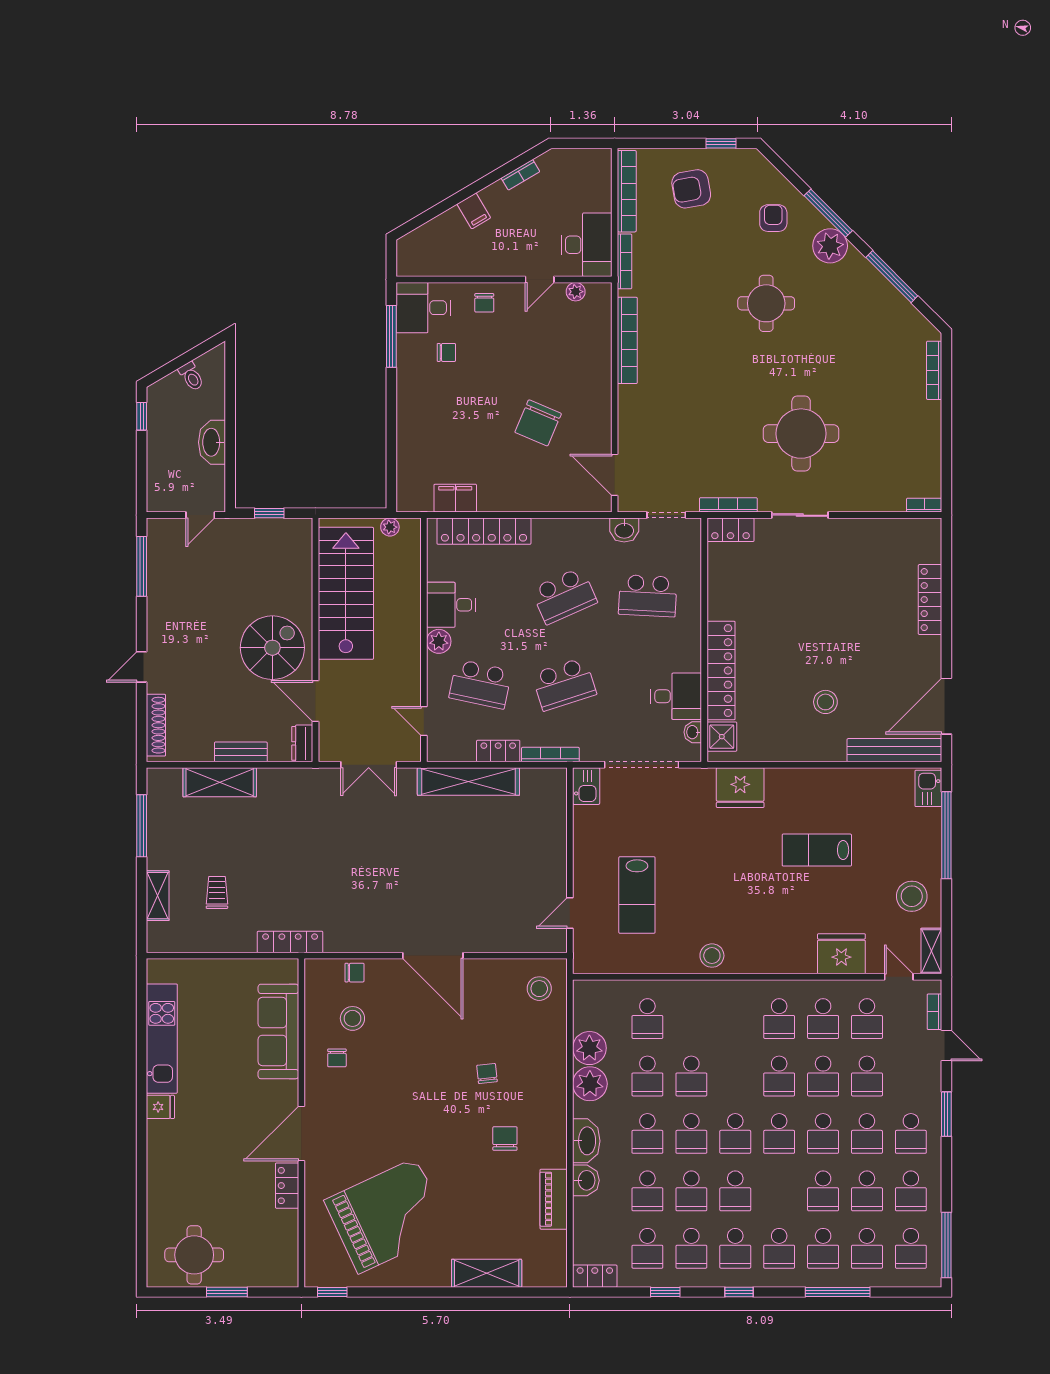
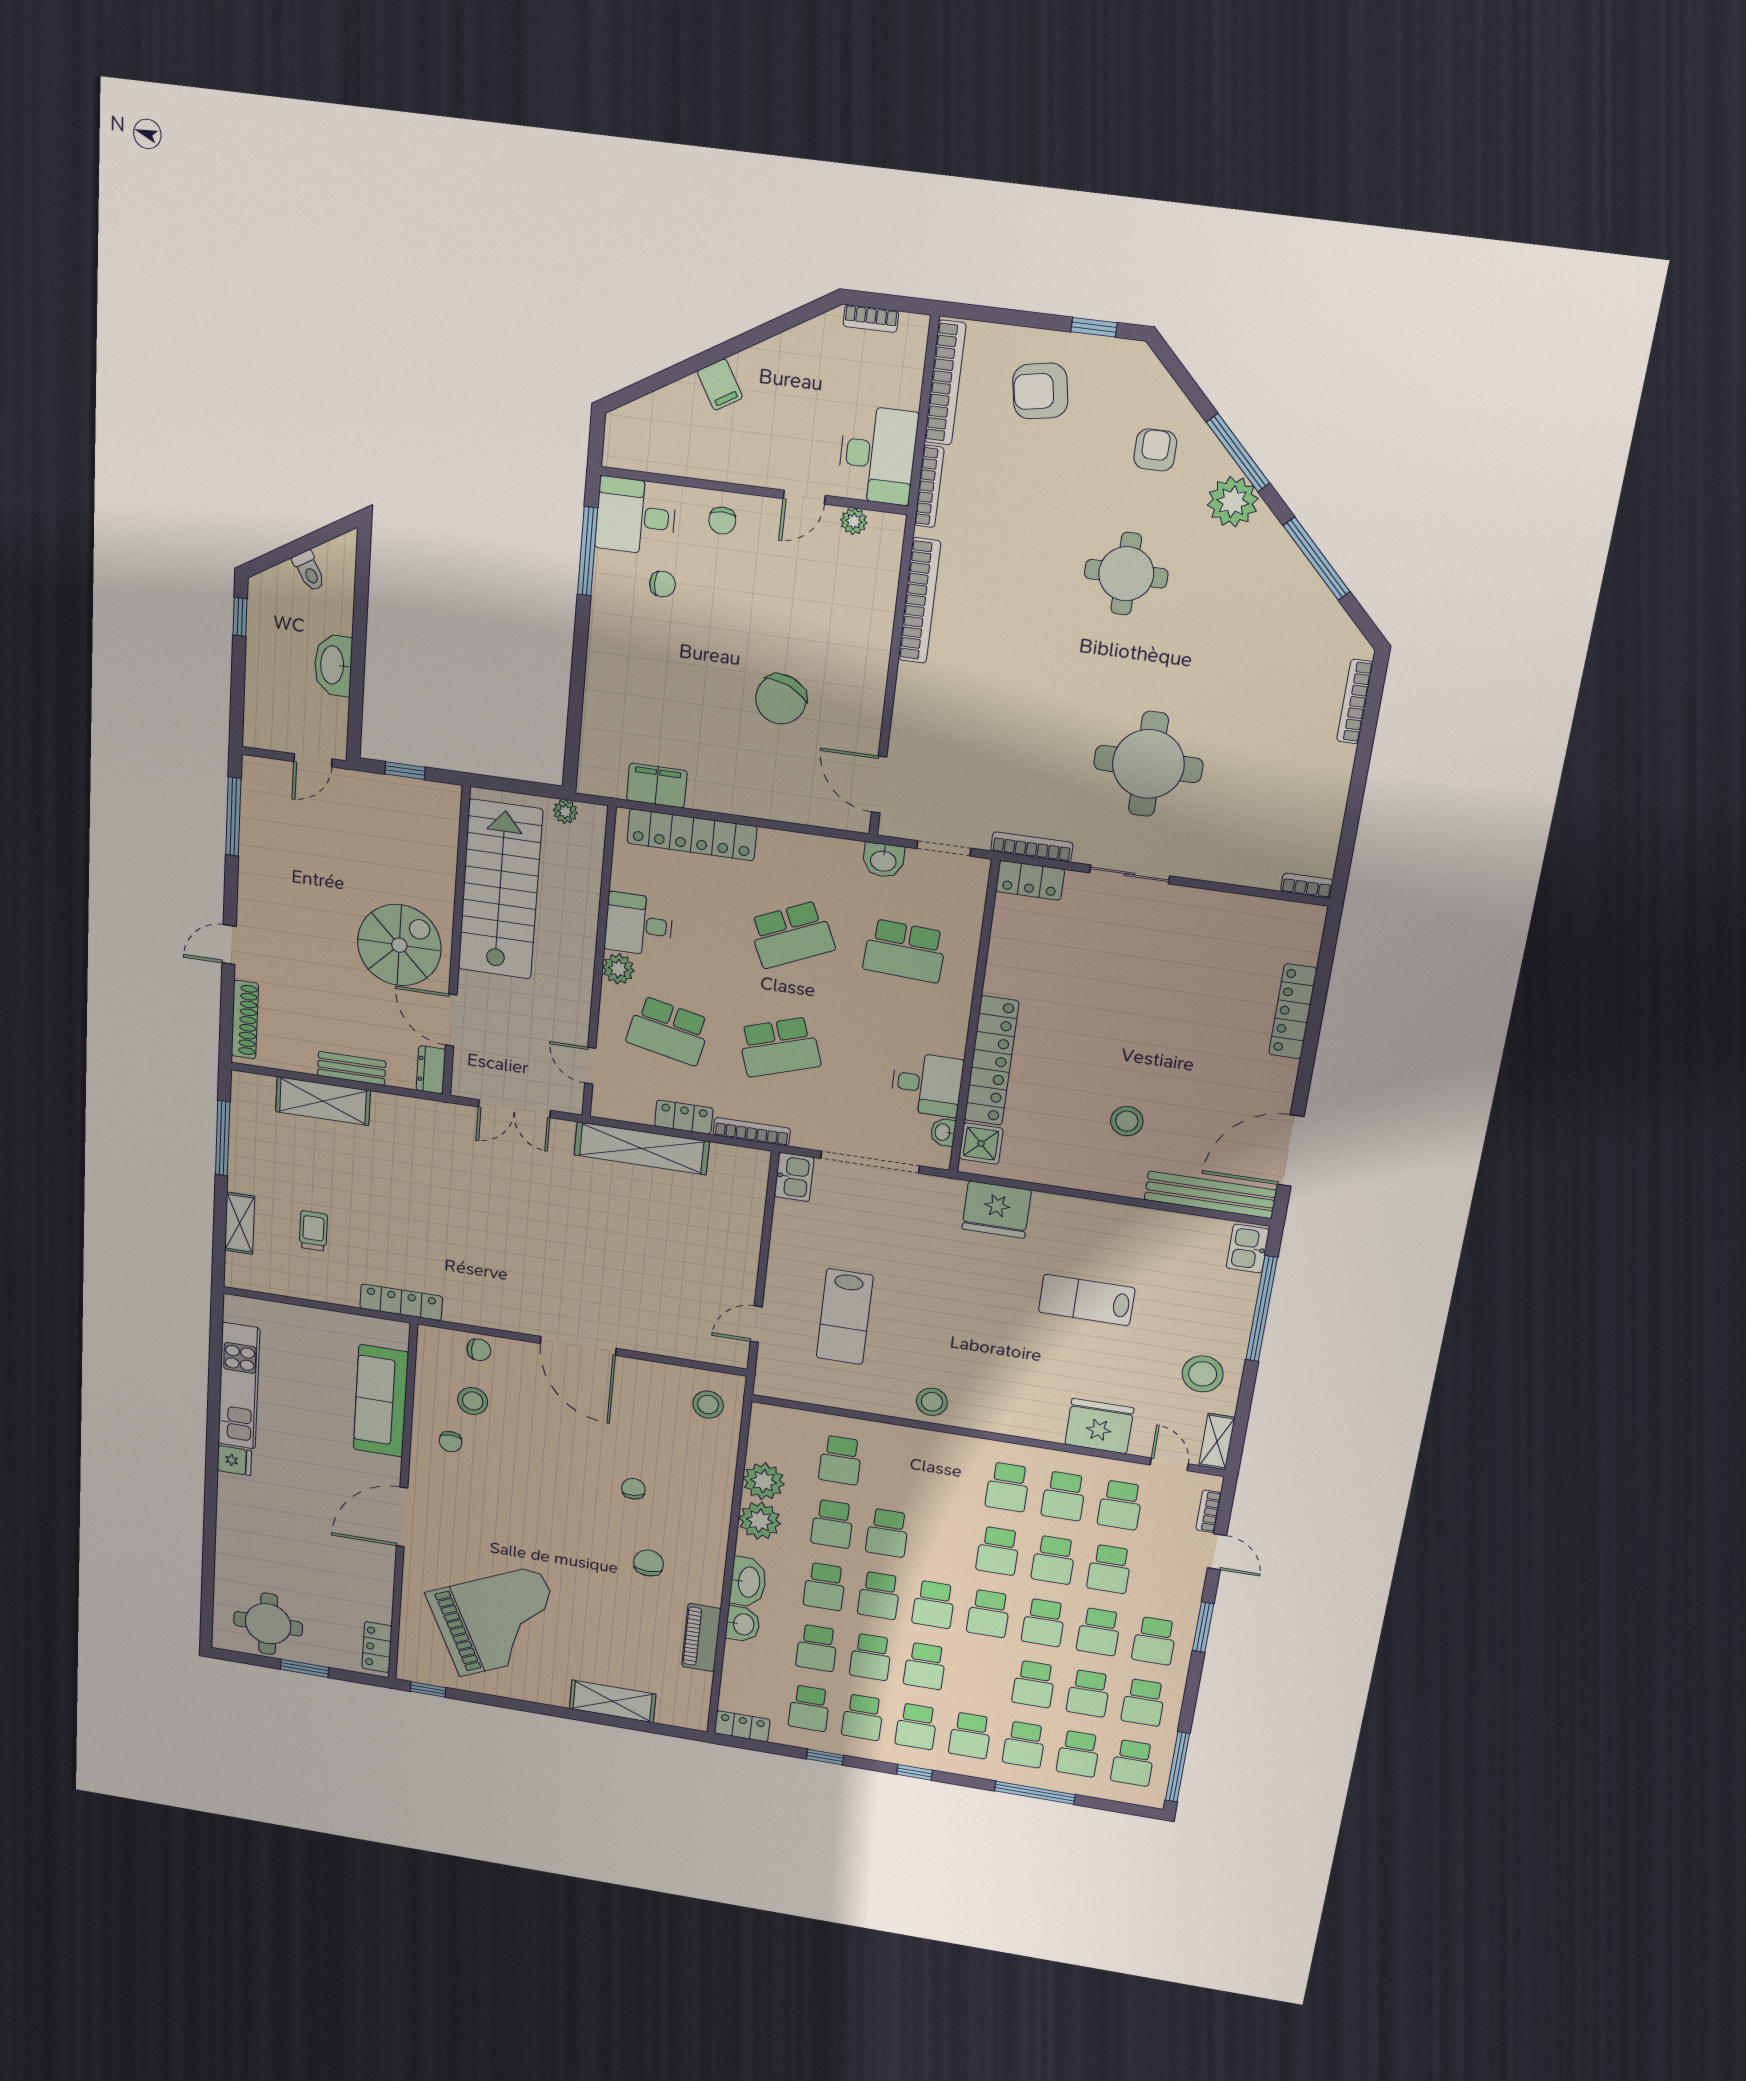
bookcase: (520, 175) -> (871, 319), moved, turned 31
locker: (287, 1186) -> (377, 1647), moved

